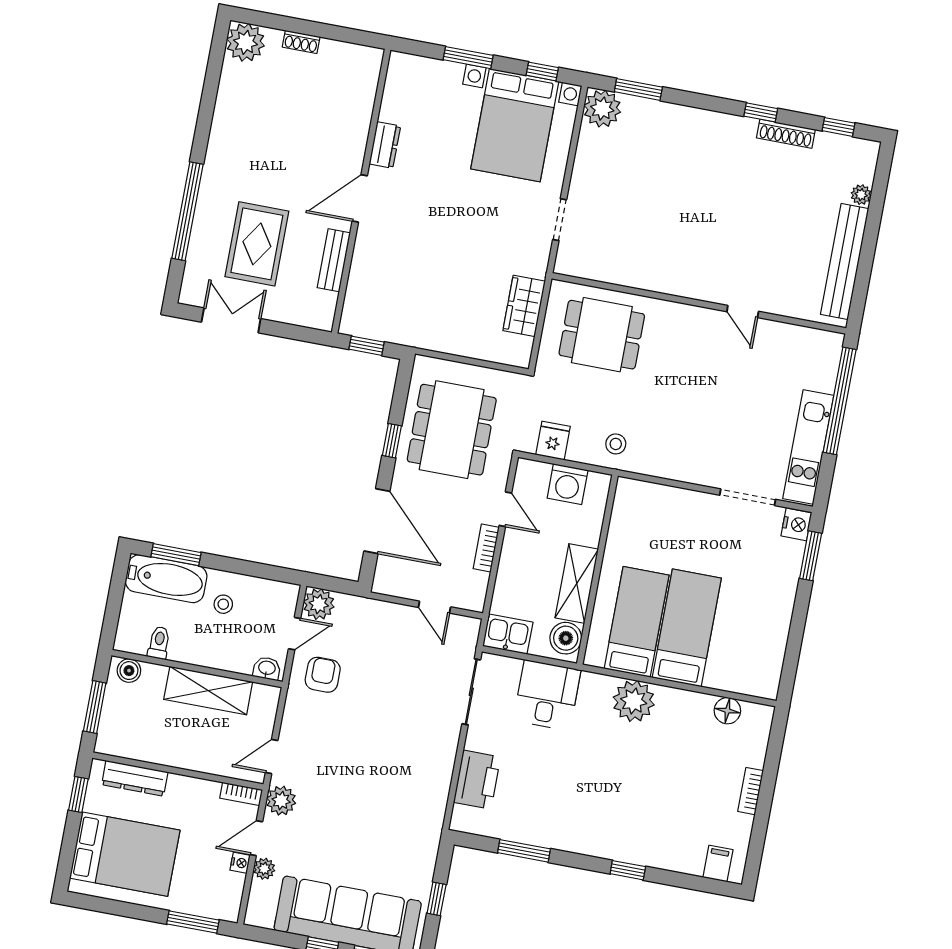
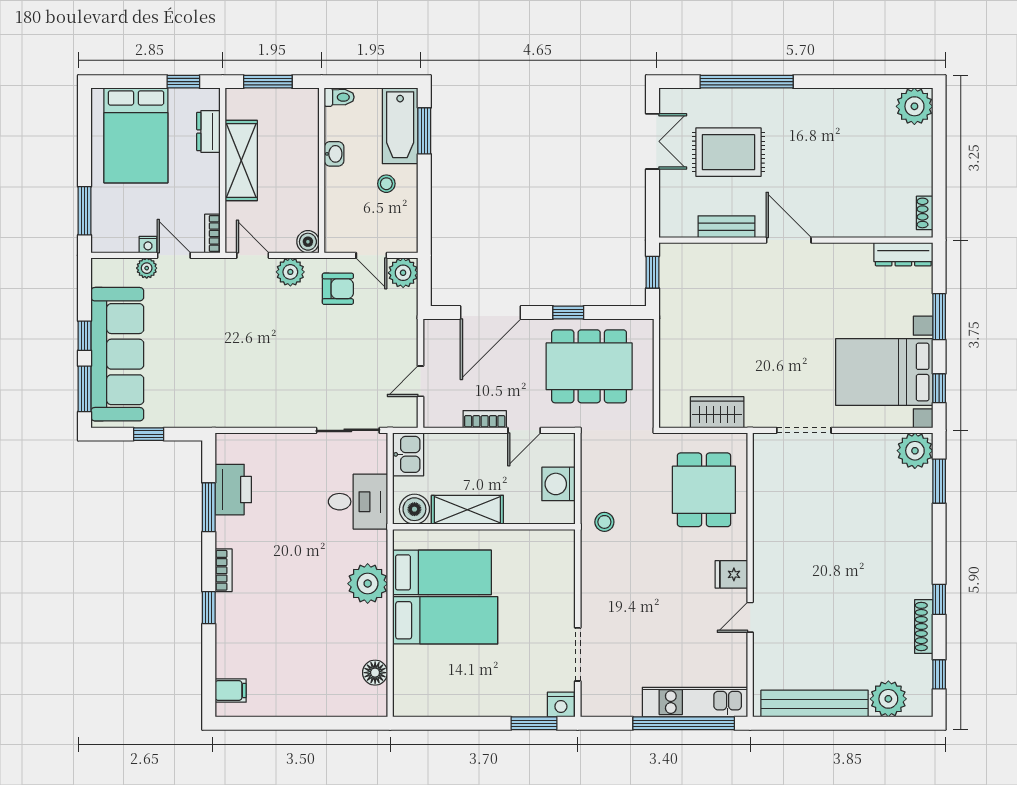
shoe rack: (301, 42) -> (925, 213), moved
dresser: (385, 145) -> (903, 254), moved, width x1.44
plant: (861, 195) -> (888, 699), width x1.88, depth x1.88
doorway: (560, 220) -> (804, 430), width x1.38
fridge: (553, 441) -> (731, 574), moved, turned 180
kitchen unit: (808, 447) -> (695, 702), moved
toilet: (159, 643) -> (339, 97), moved
washbasin: (267, 668) -> (334, 154), moved
boiler: (129, 671) -> (308, 242), moved
shelving: (208, 691) -> (241, 160), moved
dresser: (135, 778) -> (208, 131), width x0.70
printer: (477, 780) -> (233, 490), moved, turned -90
bookcase: (751, 791) -> (224, 570), moved, turned 90
plant: (281, 801) -> (290, 272), moved

